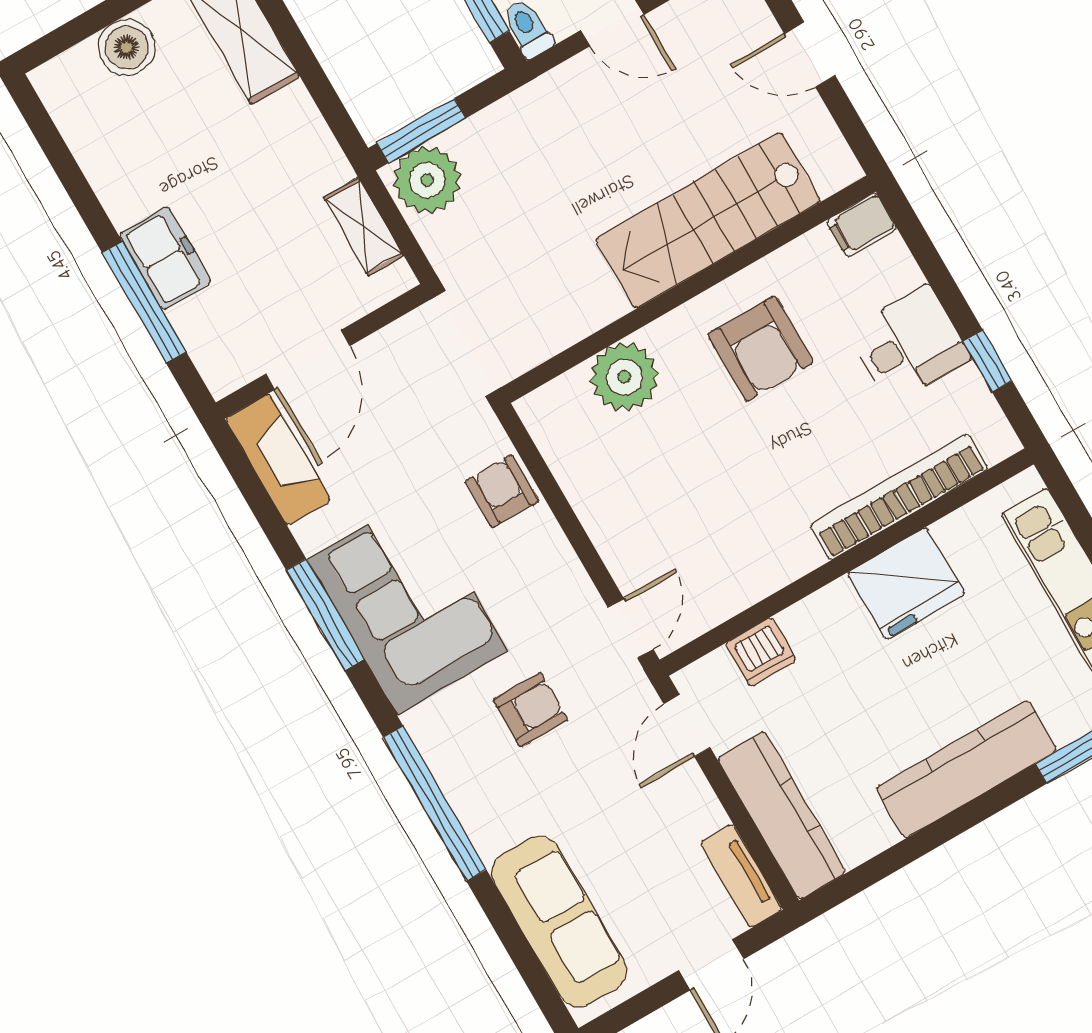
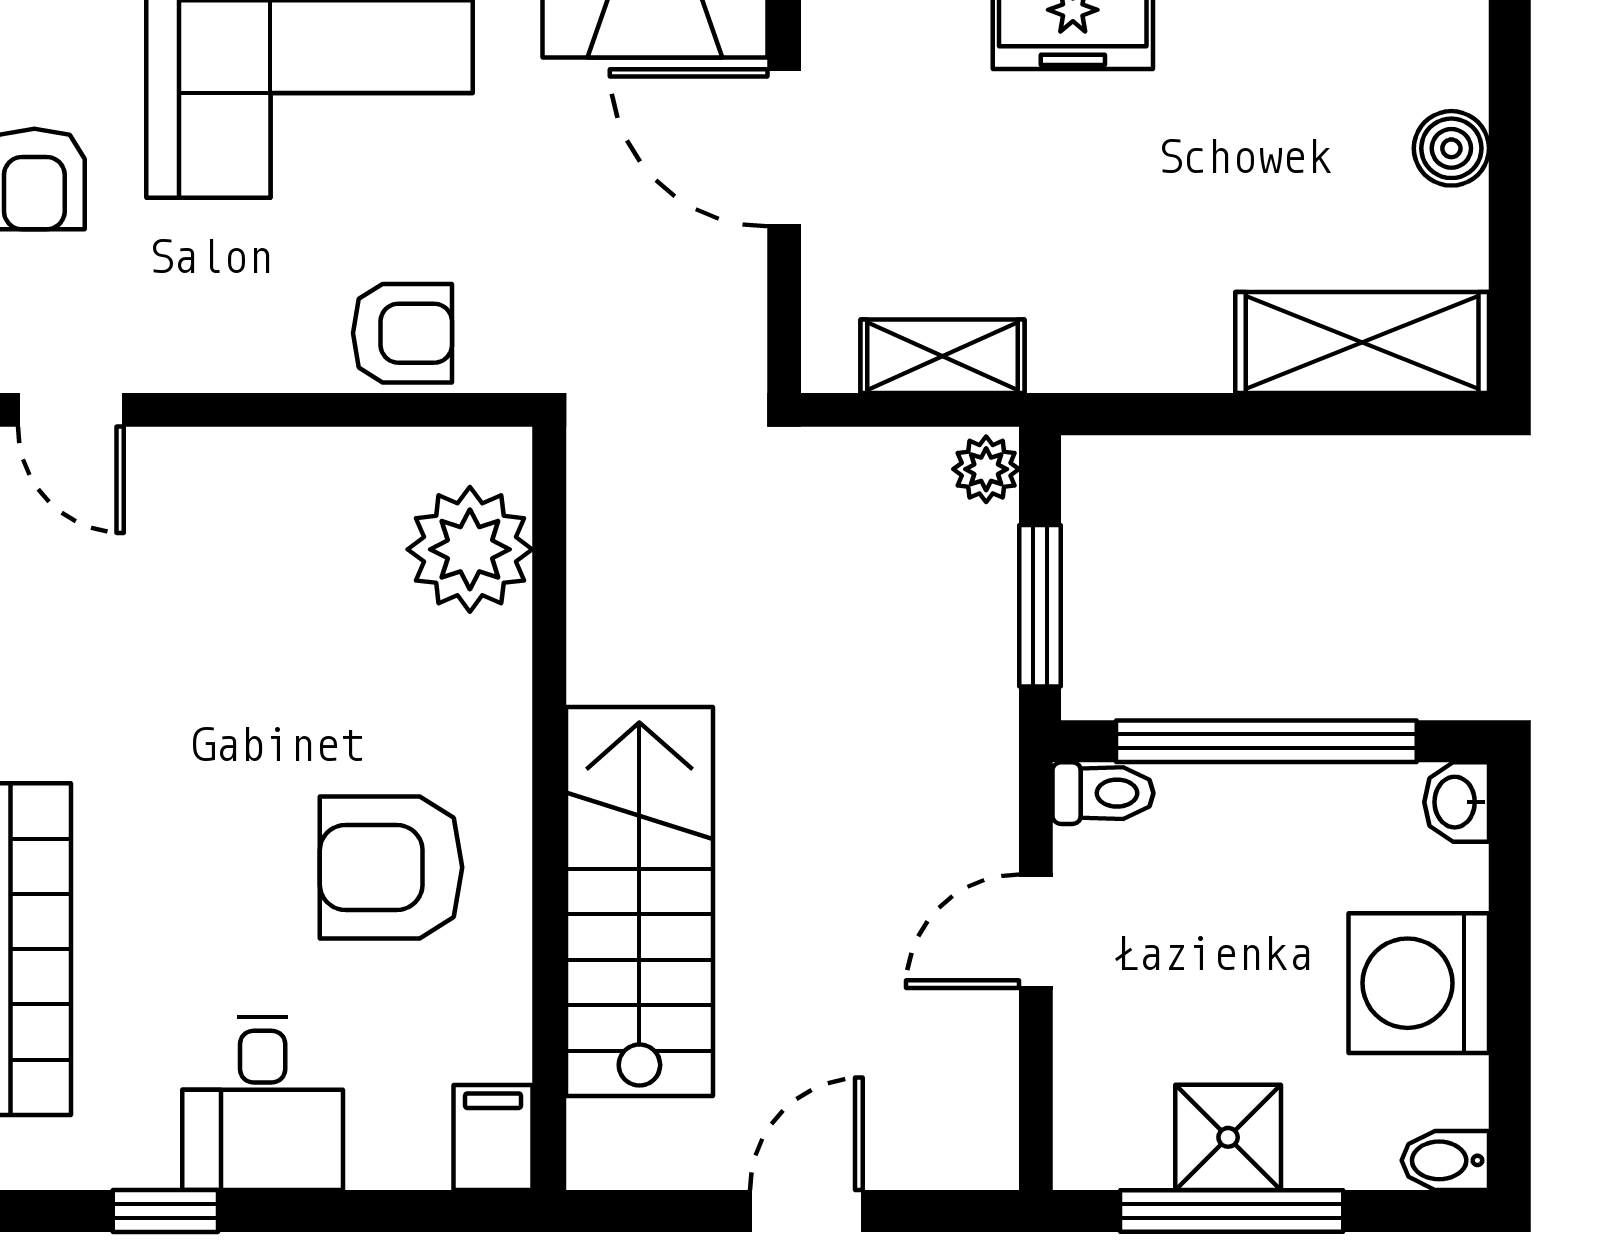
boiler: (127, 47) -> (1451, 148), width x0.73, depth x0.73
window: (421, 131) -> (1040, 606), moved
plant: (427, 180) -> (986, 469), width x0.53, depth x0.53
plant: (624, 377) -> (470, 549), moved

